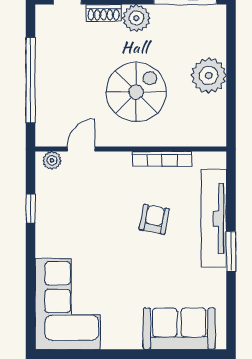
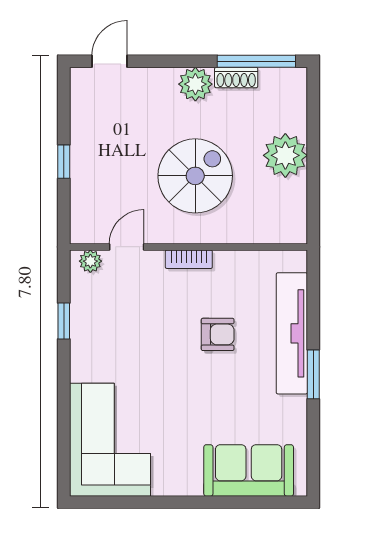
shoe rack: (104, 13) -> (236, 78), moved
window: (31, 80) -> (64, 162), width x0.32
bookcase: (162, 159) -> (189, 259), moved, width x0.64
armchair: (154, 219) -> (218, 334), turned 79

